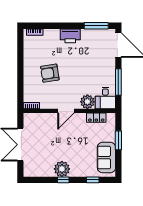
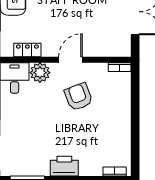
armchair: (50, 73) -> (78, 97), moved, turned -102

